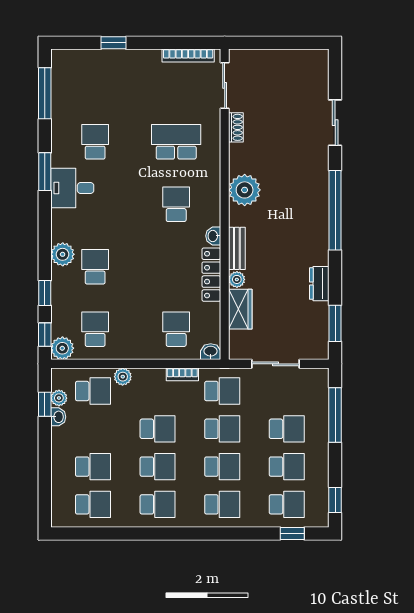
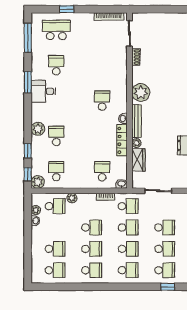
school desk: (176, 142) -> (56, 30), moved
bench: (237, 248) -> (136, 121), width x1.36
window: (45, 404) -> (28, 214), removed

